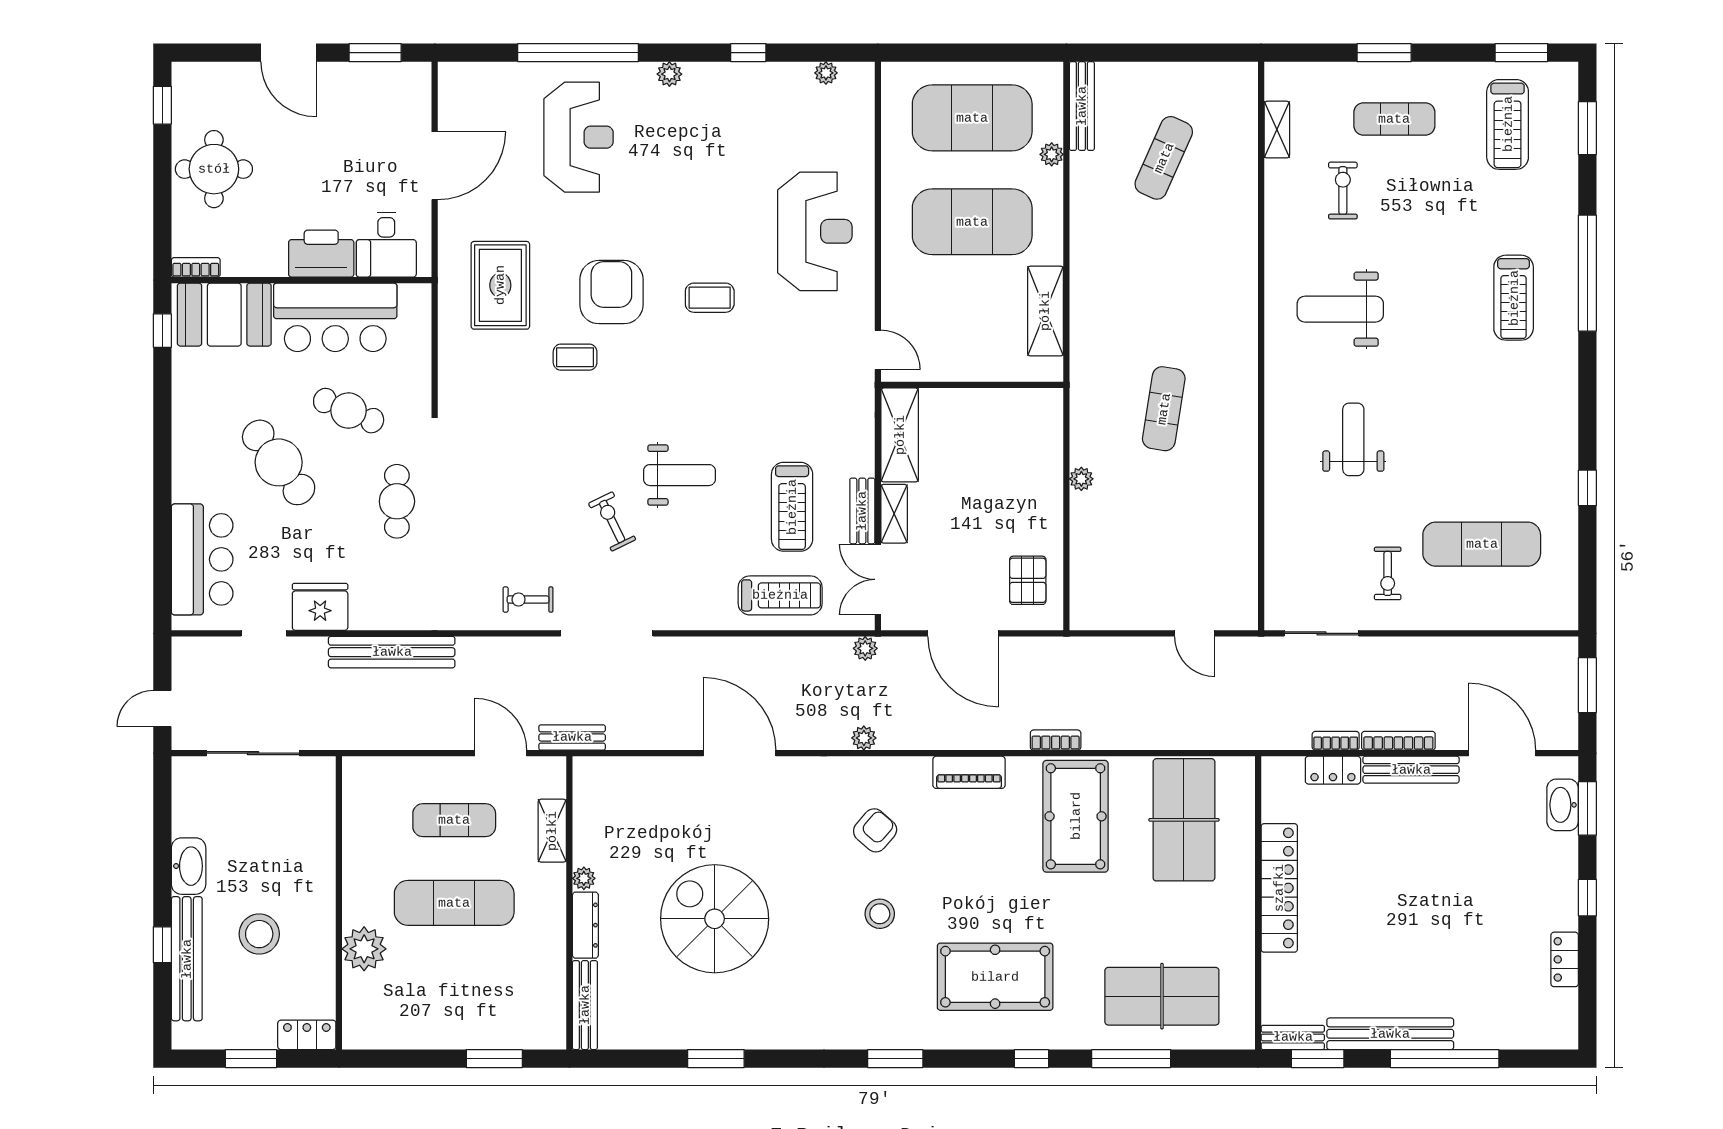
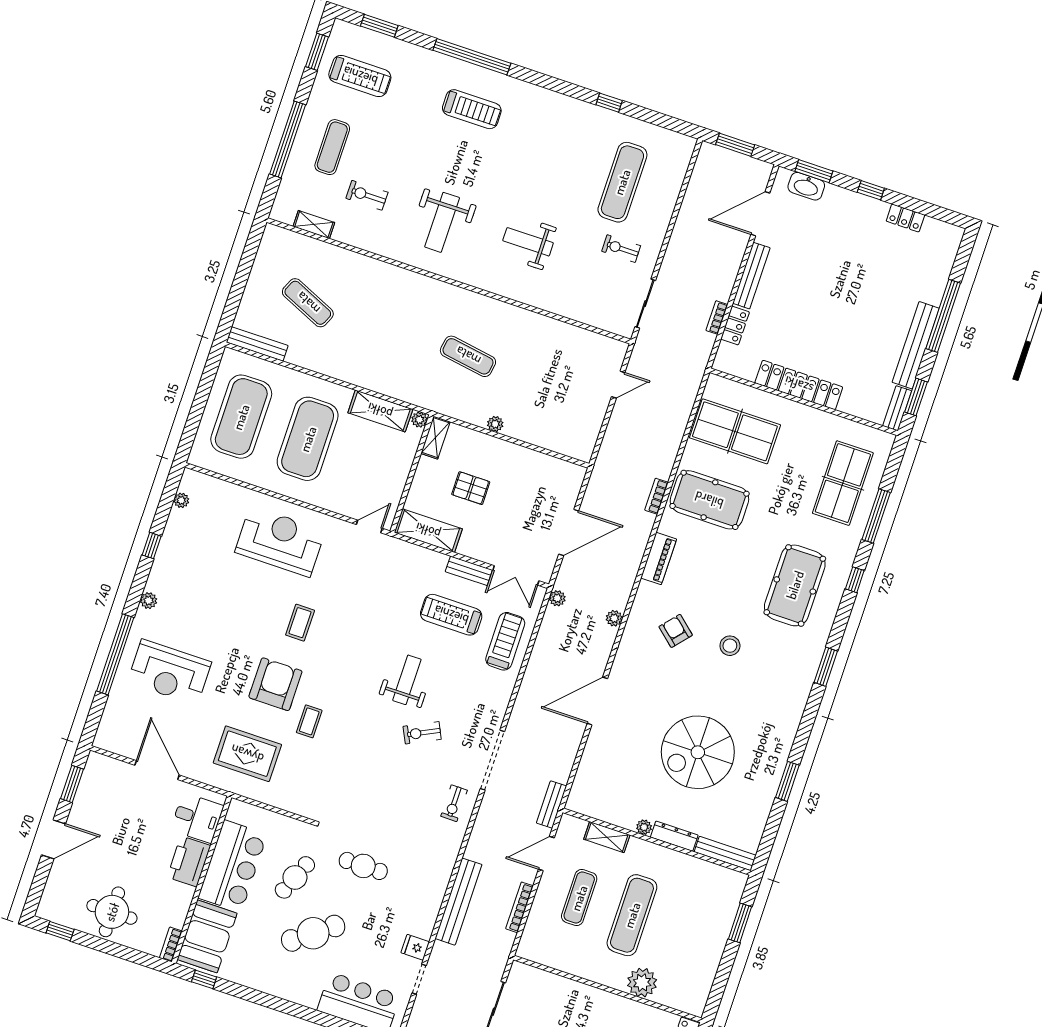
window: (1384, 53) -> (288, 139), width x2.11
reception desk: (579, 137) -> (169, 672), turned 180
plant: (1052, 154) -> (419, 420), moved
armchair: (611, 292) -> (275, 684), turned 90
treadmill: (792, 507) -> (451, 615), turned 180
shelving: (894, 514) -> (435, 438), moved, turned 90
exercise bike: (1388, 573) -> (621, 249), turned 180
pallet: (1028, 580) -> (471, 488), moved
fridge: (320, 607) -> (415, 947), width x0.53, depth x0.75
bookcase: (1398, 741) -> (519, 907), moved

